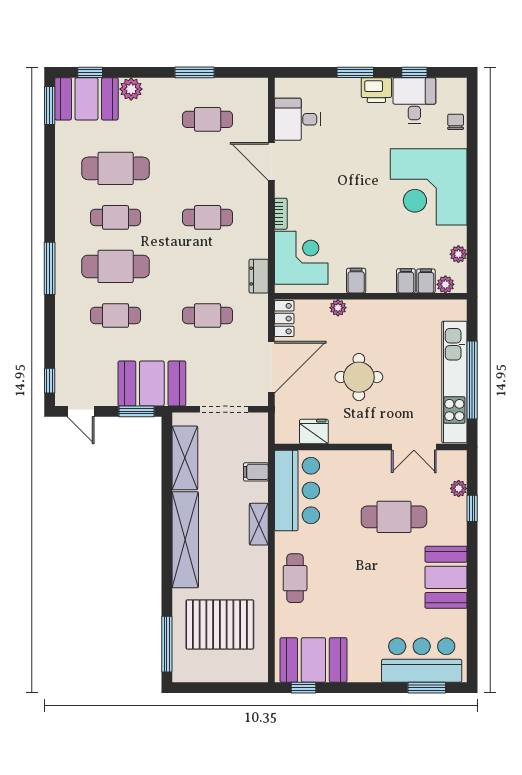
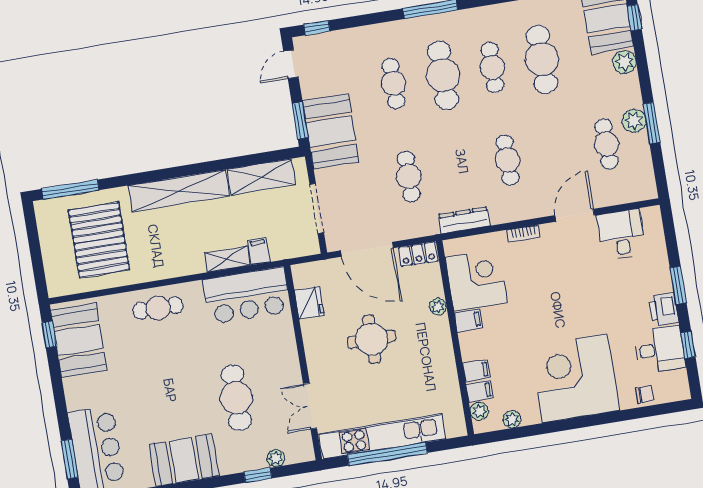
plant: (190, 89) -> (634, 121), added
corner desk: (301, 258) -> (476, 280), moved, turned -90
dresser: (259, 276) -> (464, 220), width x1.44
shelving: (259, 524) -> (227, 259), moved

